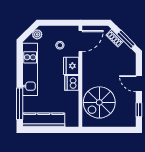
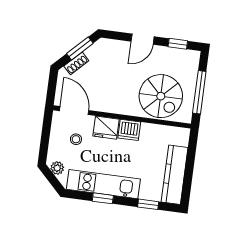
window: (20, 70) -> (103, 198), added
window: (20, 104) -> (148, 204), width x0.46
window: (106, 130) -> (199, 92), added

